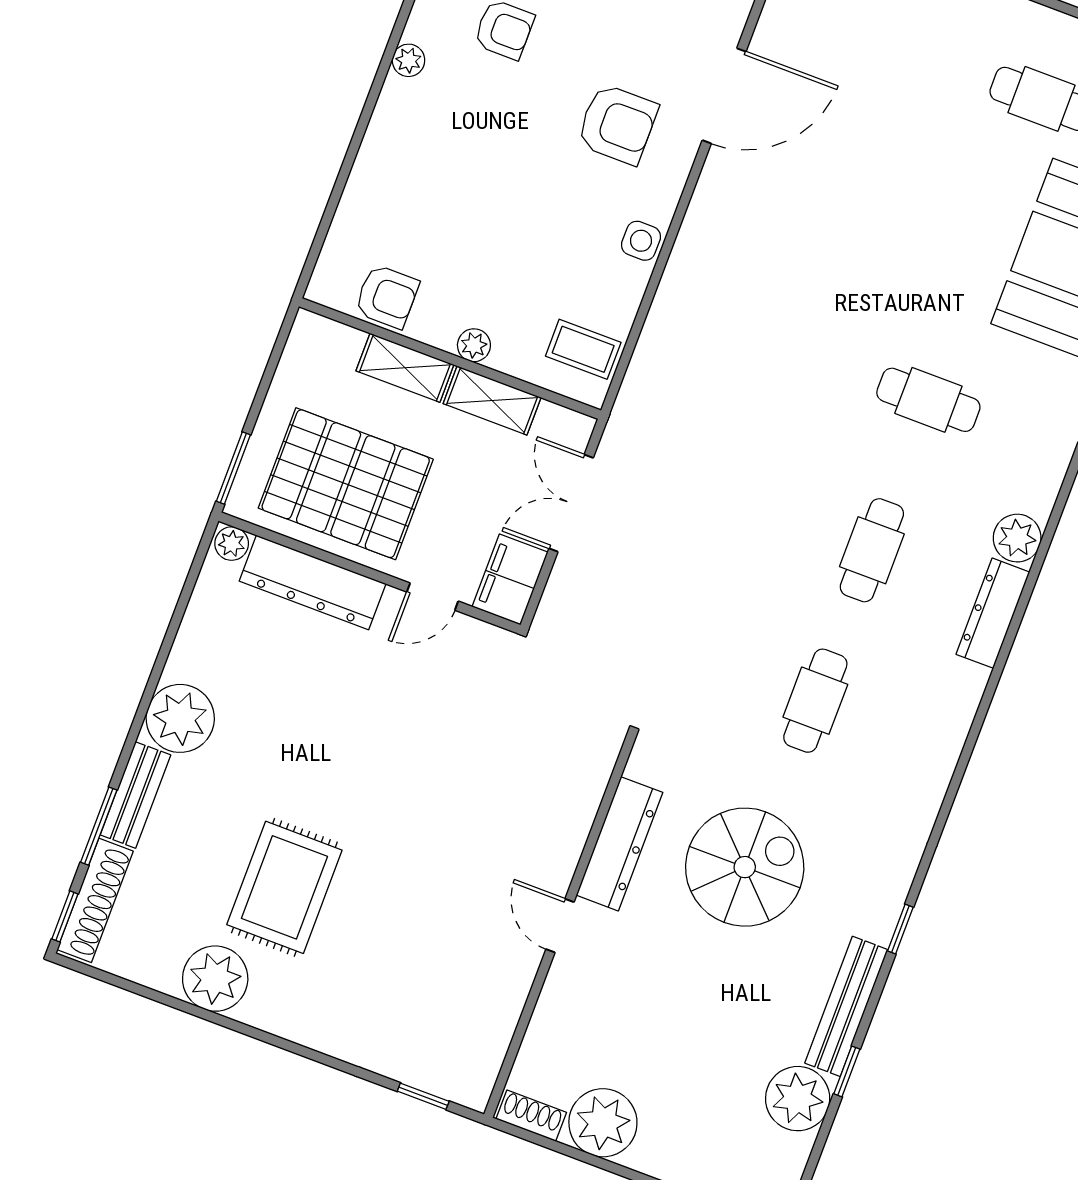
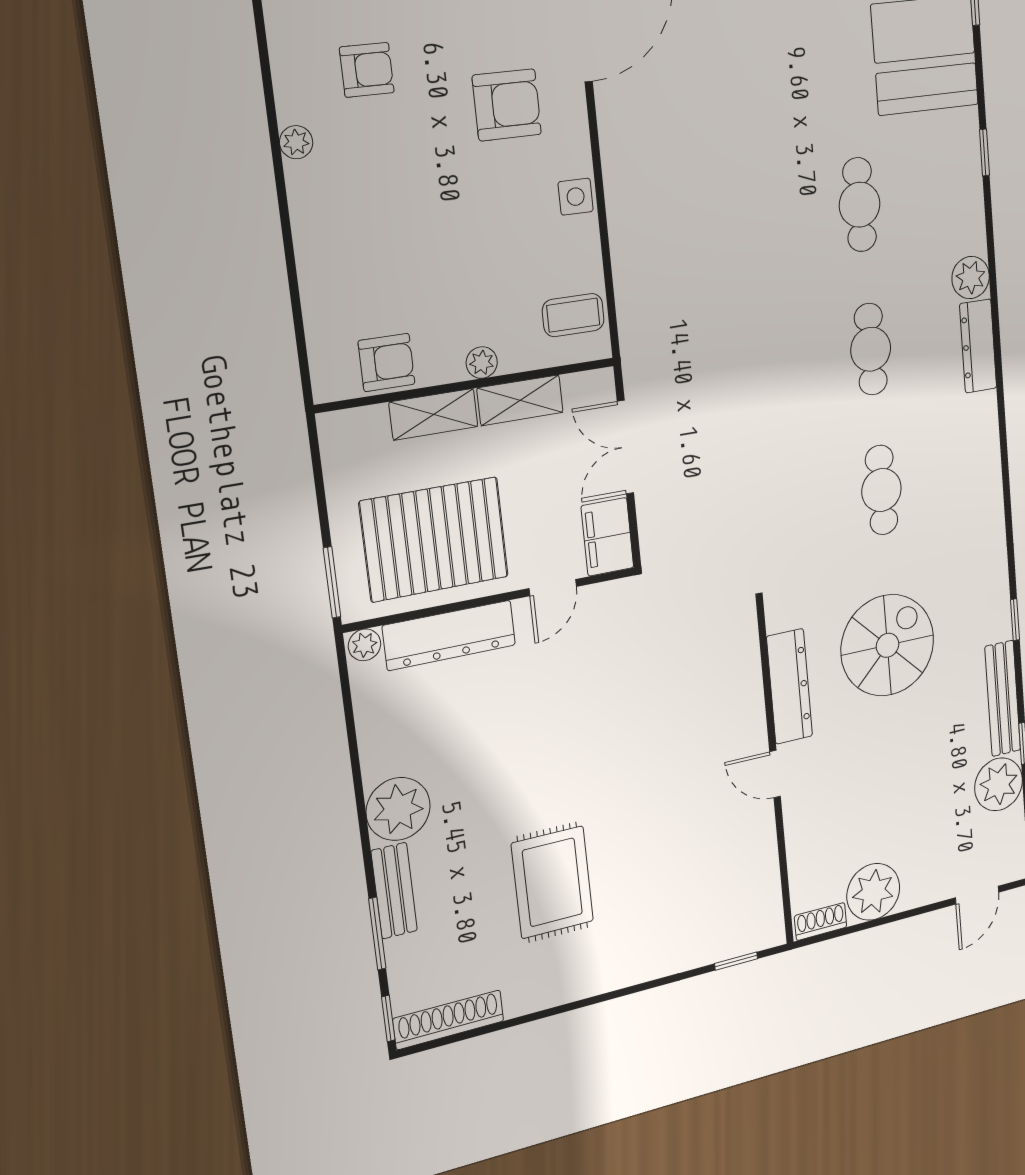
cafe table: (928, 400) -> (860, 205), turned 90
shoe rack: (95, 900) -> (449, 1020), moved, turned -90
plant: (215, 979) -> (535, 984), removed

